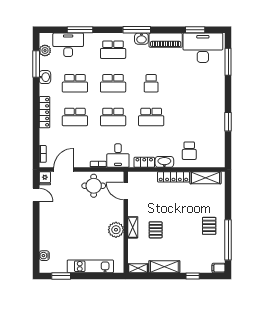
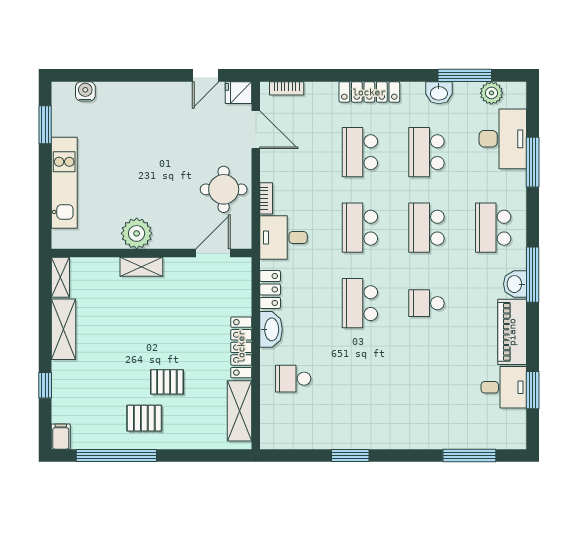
desk: (203, 48) -> (504, 387), width x0.53, depth x0.77
pallet: (156, 230) -> (167, 382), moved

